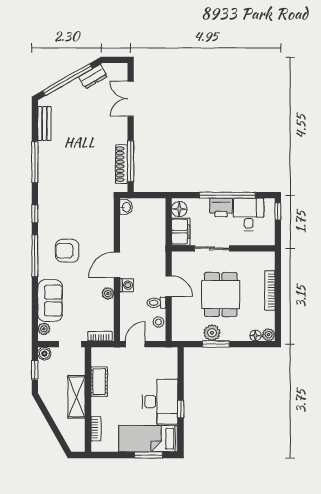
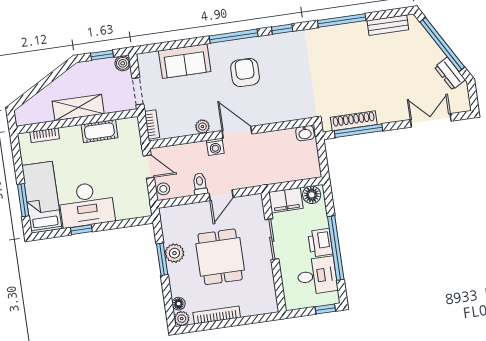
bookcase: (270, 290) -> (217, 315), moved
dining table: (221, 294) -> (220, 257), turned 90
stool: (158, 322) -> (163, 189), moved
plant: (44, 329) -> (151, 59), removed

